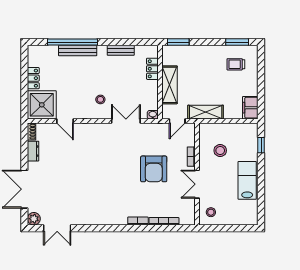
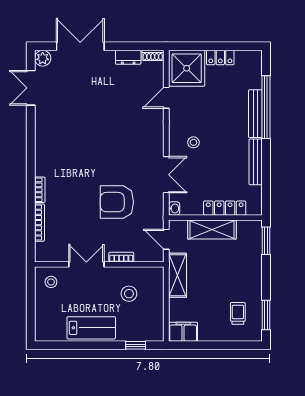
bench: (121, 50) -> (256, 162), width x1.36
locker: (152, 69) -> (225, 208), width x1.53
armchair: (154, 169) -> (117, 202), moved

